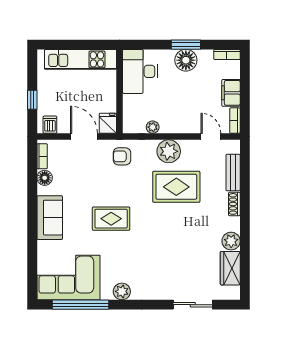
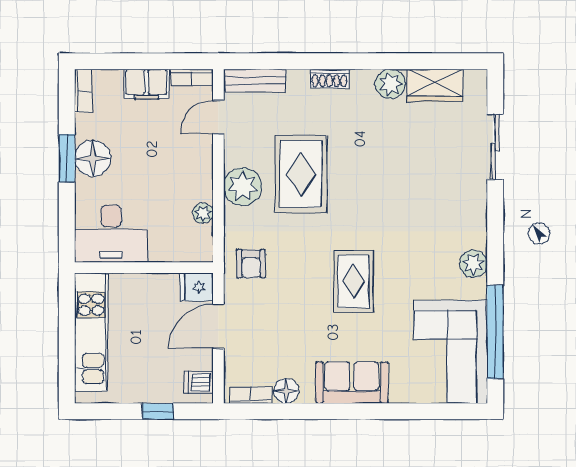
bench: (233, 173) -> (256, 81), moved

